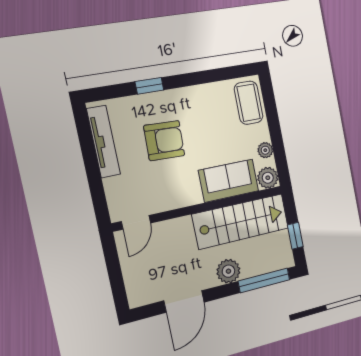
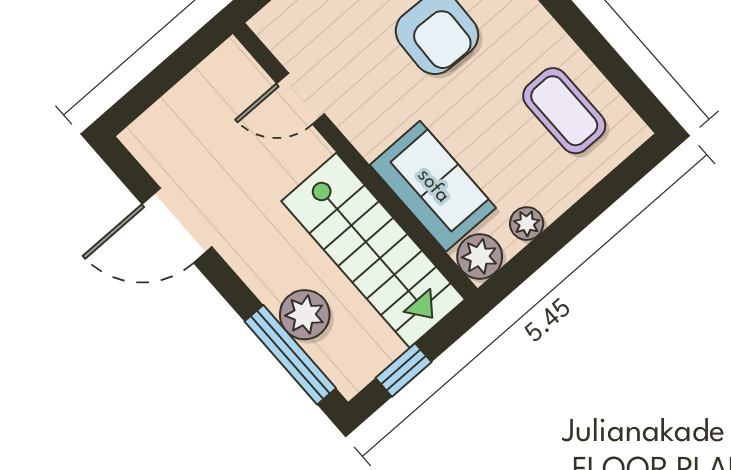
coffee table: (249, 103) -> (564, 111), moved, turned 90
door: (136, 222) -> (300, 99), moved
plant: (228, 271) -> (305, 315), moved

